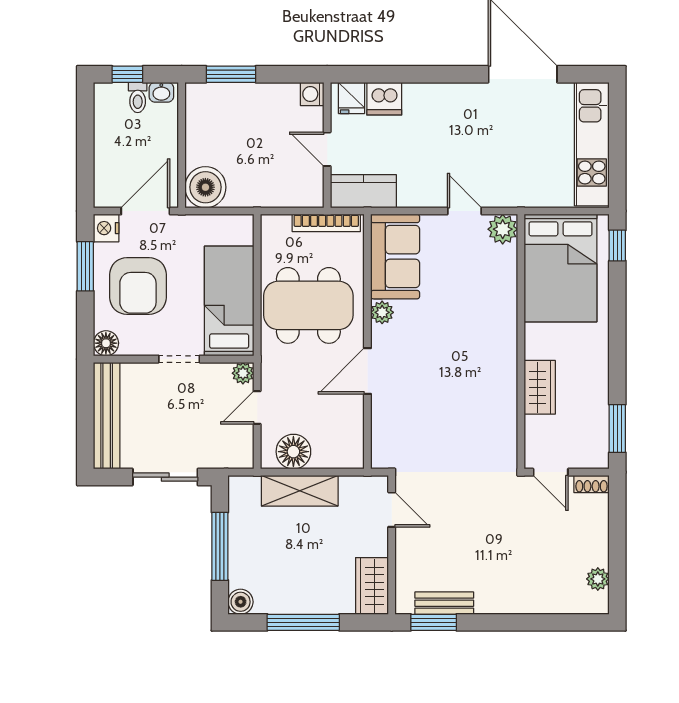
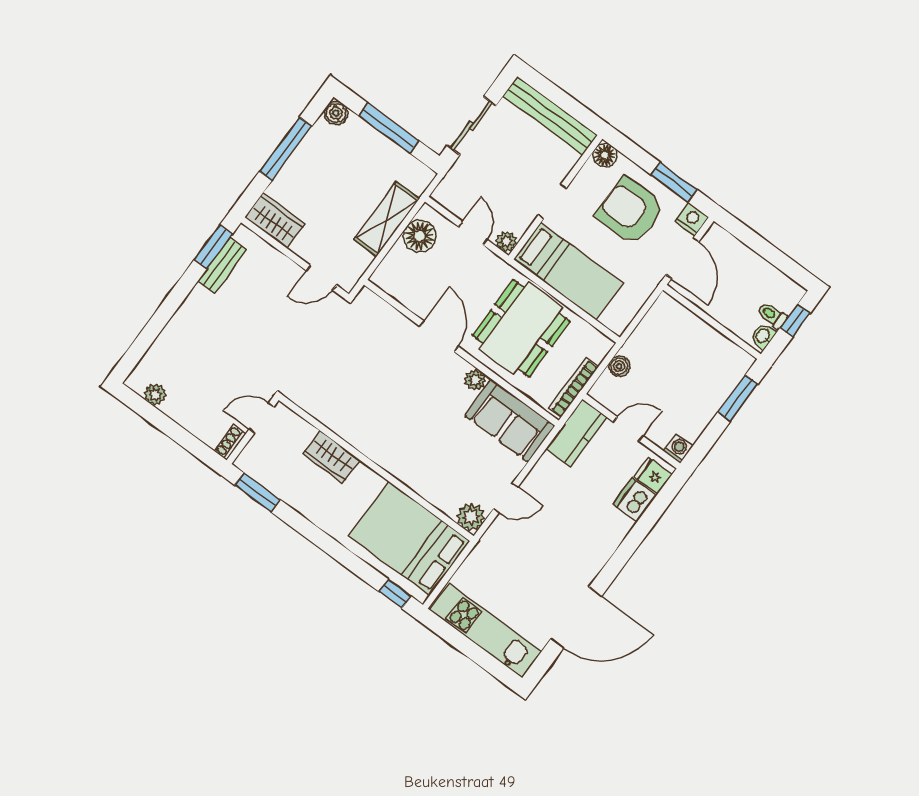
boiler: (205, 187) -> (619, 366), moved, width x0.54, depth x0.54

